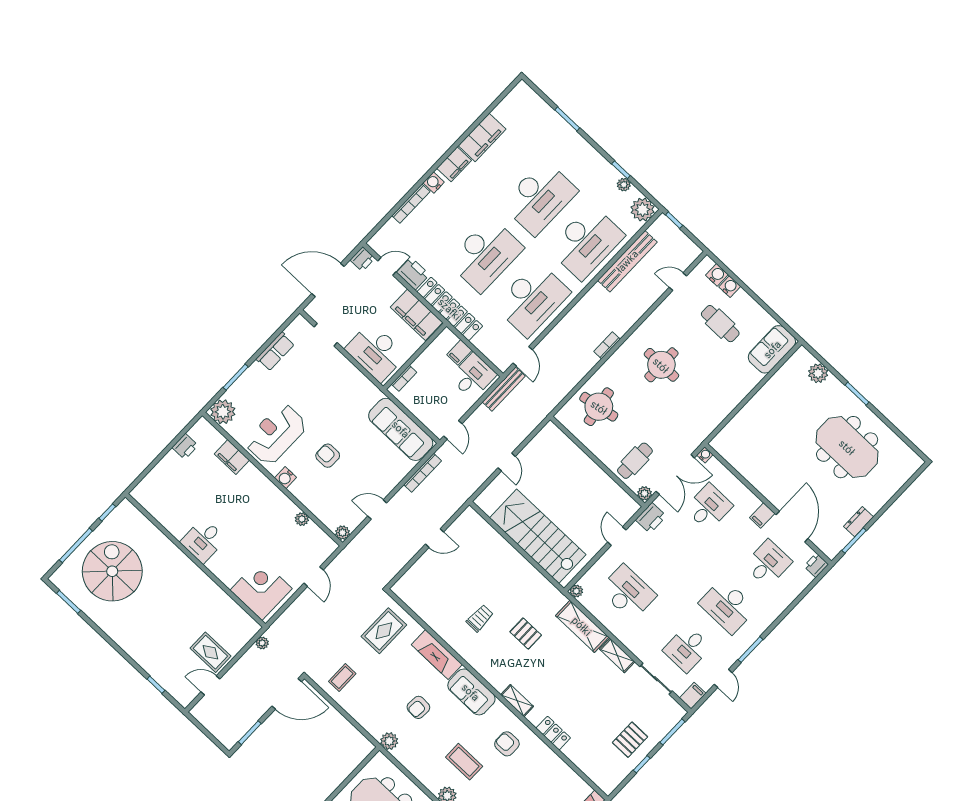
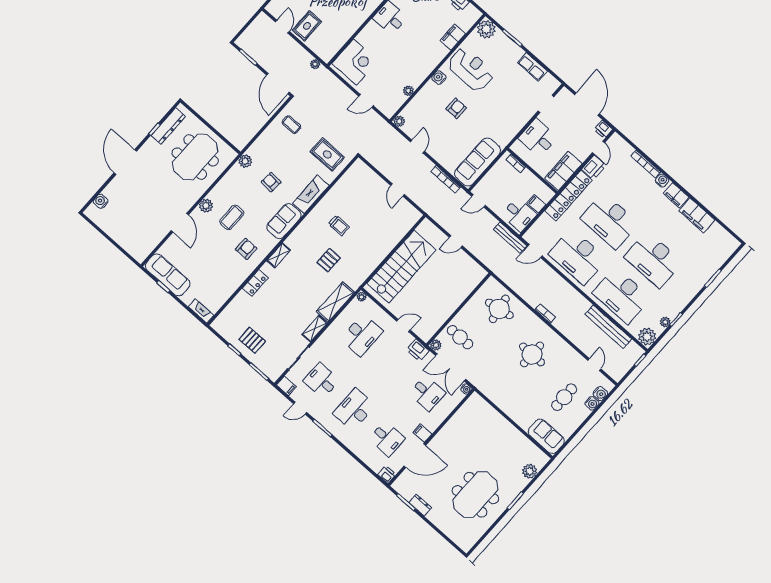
desk: (376, 352) -> (538, 138), width x0.73

